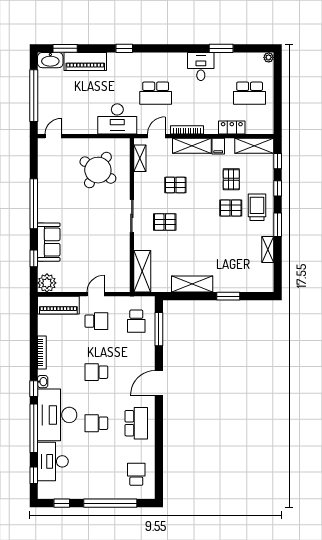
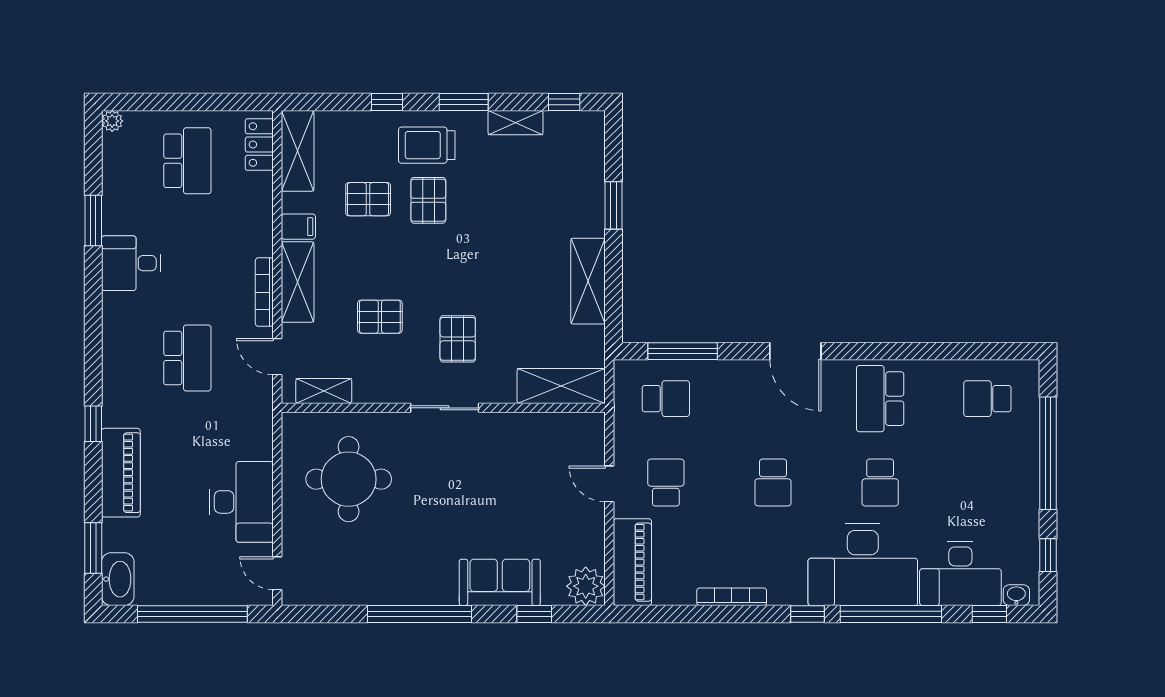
piano: (85, 62) -> (121, 473), moved
desk: (117, 119) -> (241, 502), moved
locker: (232, 127) -> (259, 145), moved
window: (278, 161) -> (564, 102), moved
round table: (98, 170) -> (349, 479), turned -33
pallet: (175, 185) -> (380, 317), turned 90
washbasin: (43, 382) -> (1016, 595), moved
school desk: (136, 423) -> (880, 399), turned -90

